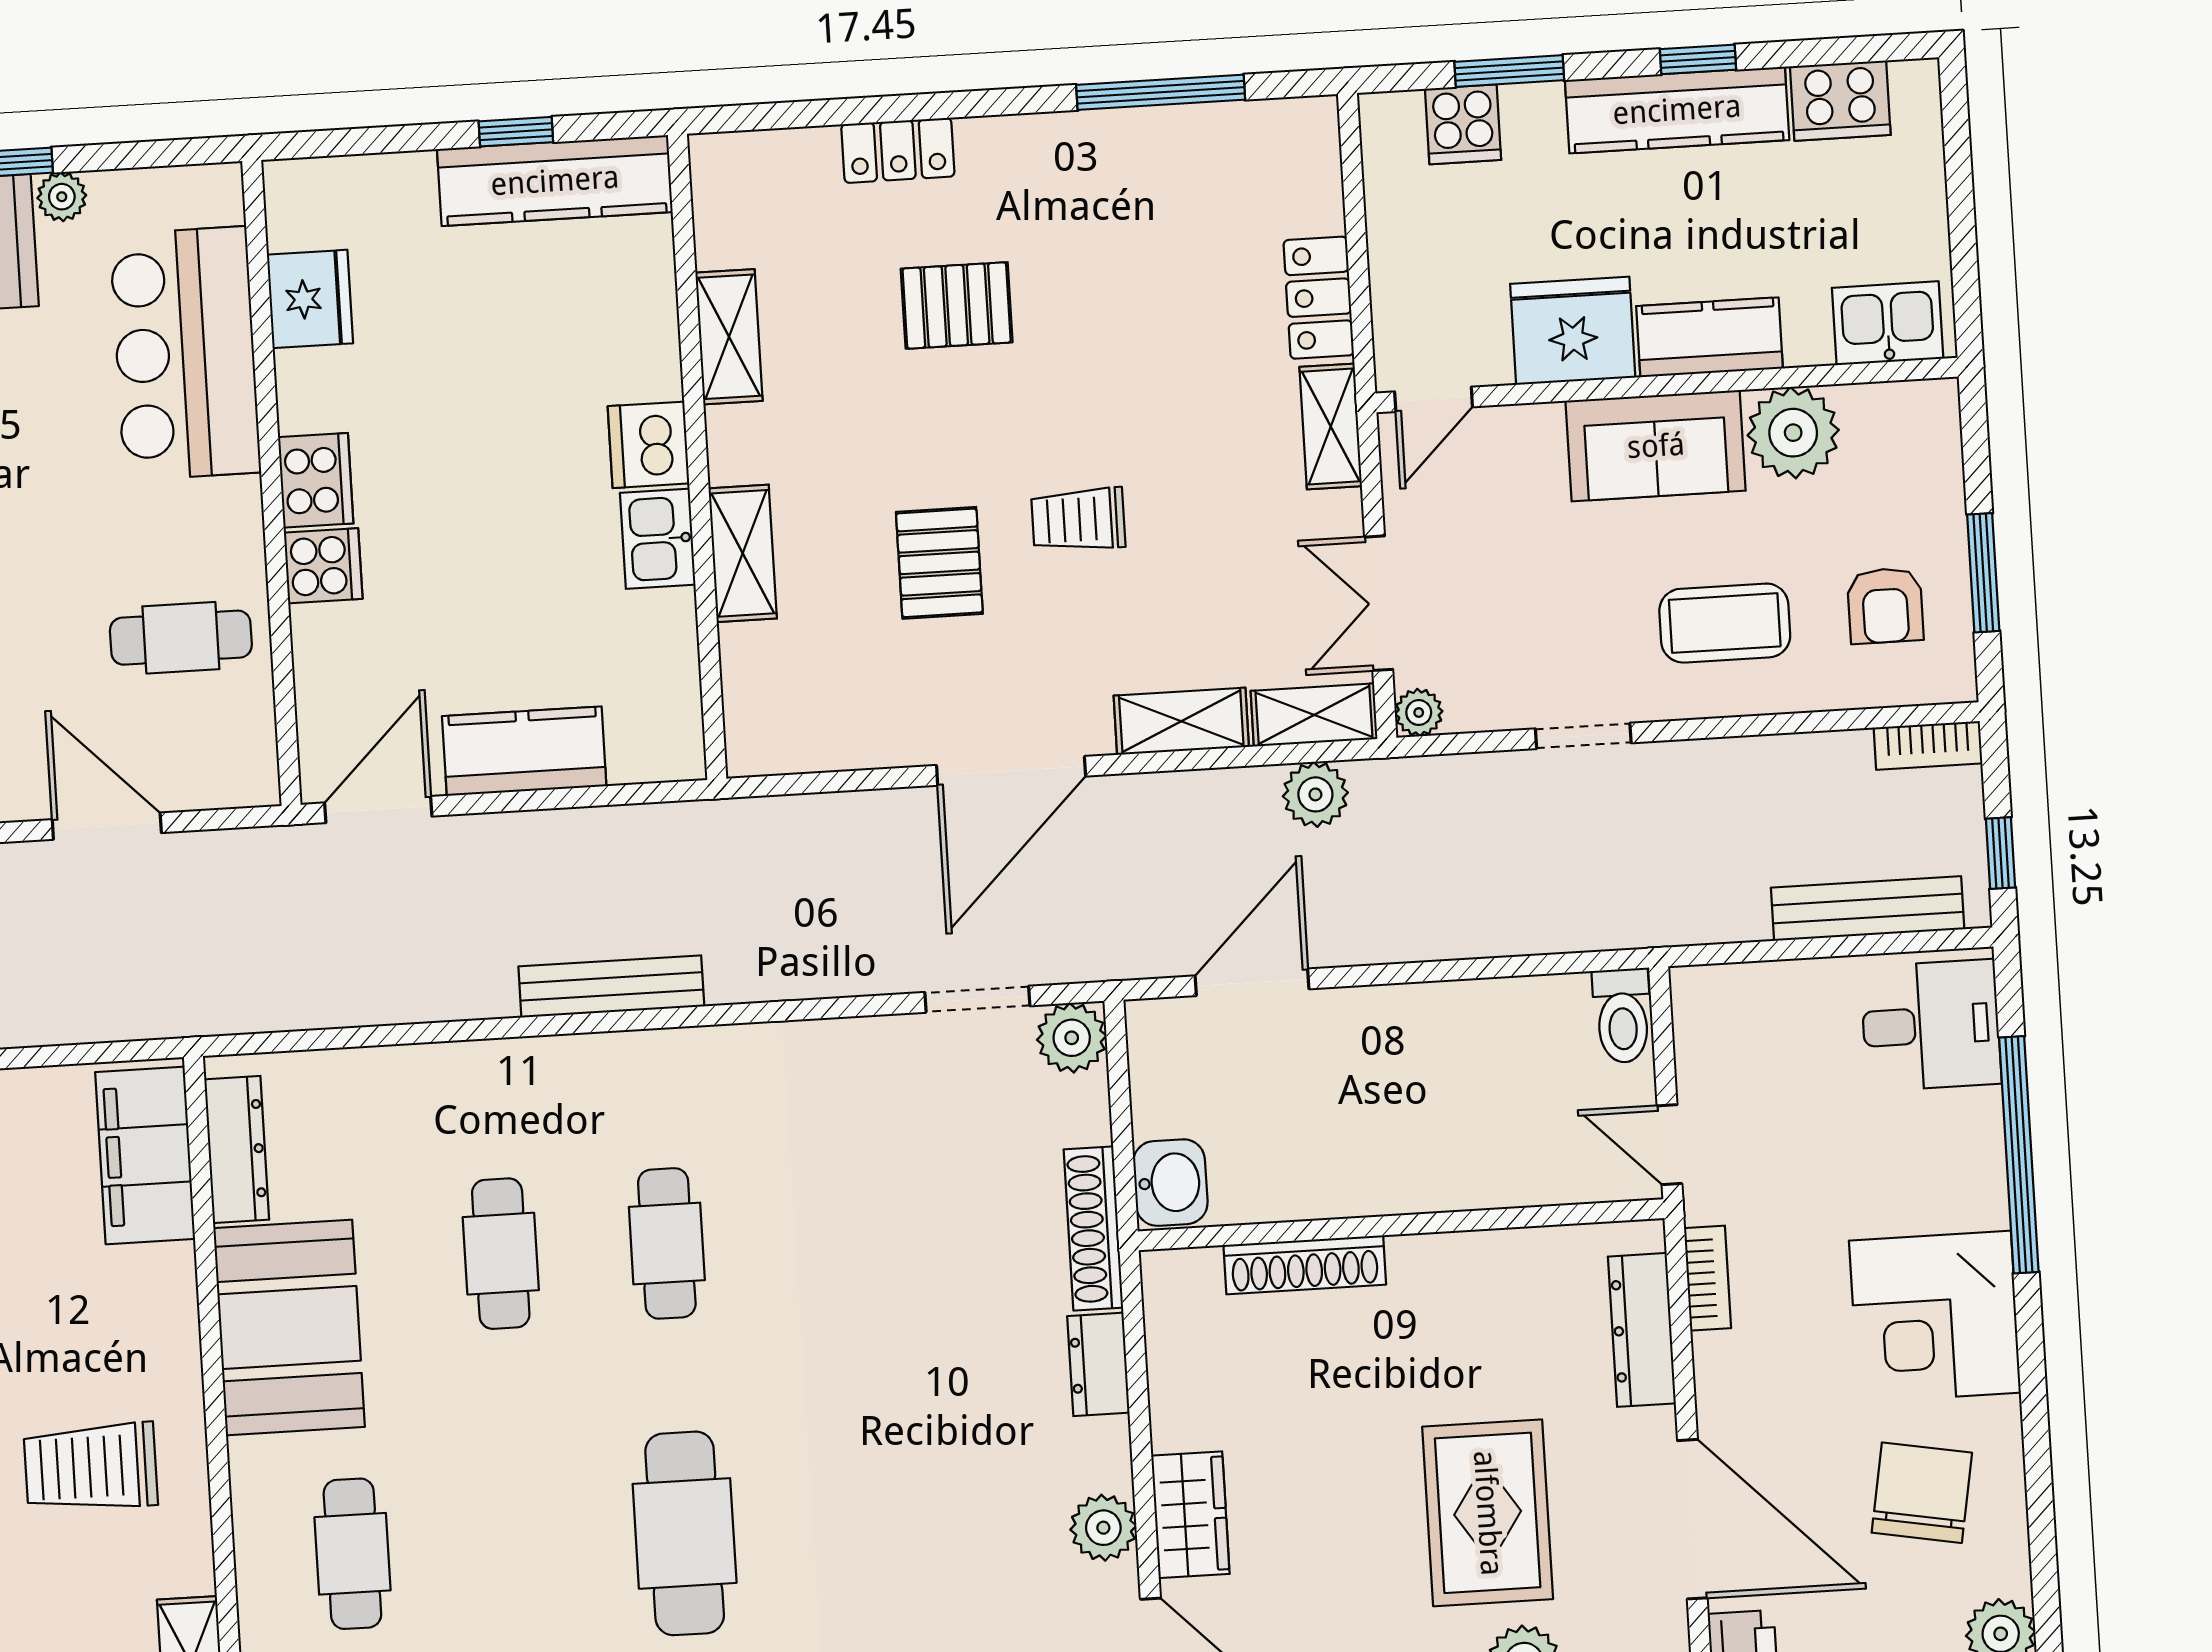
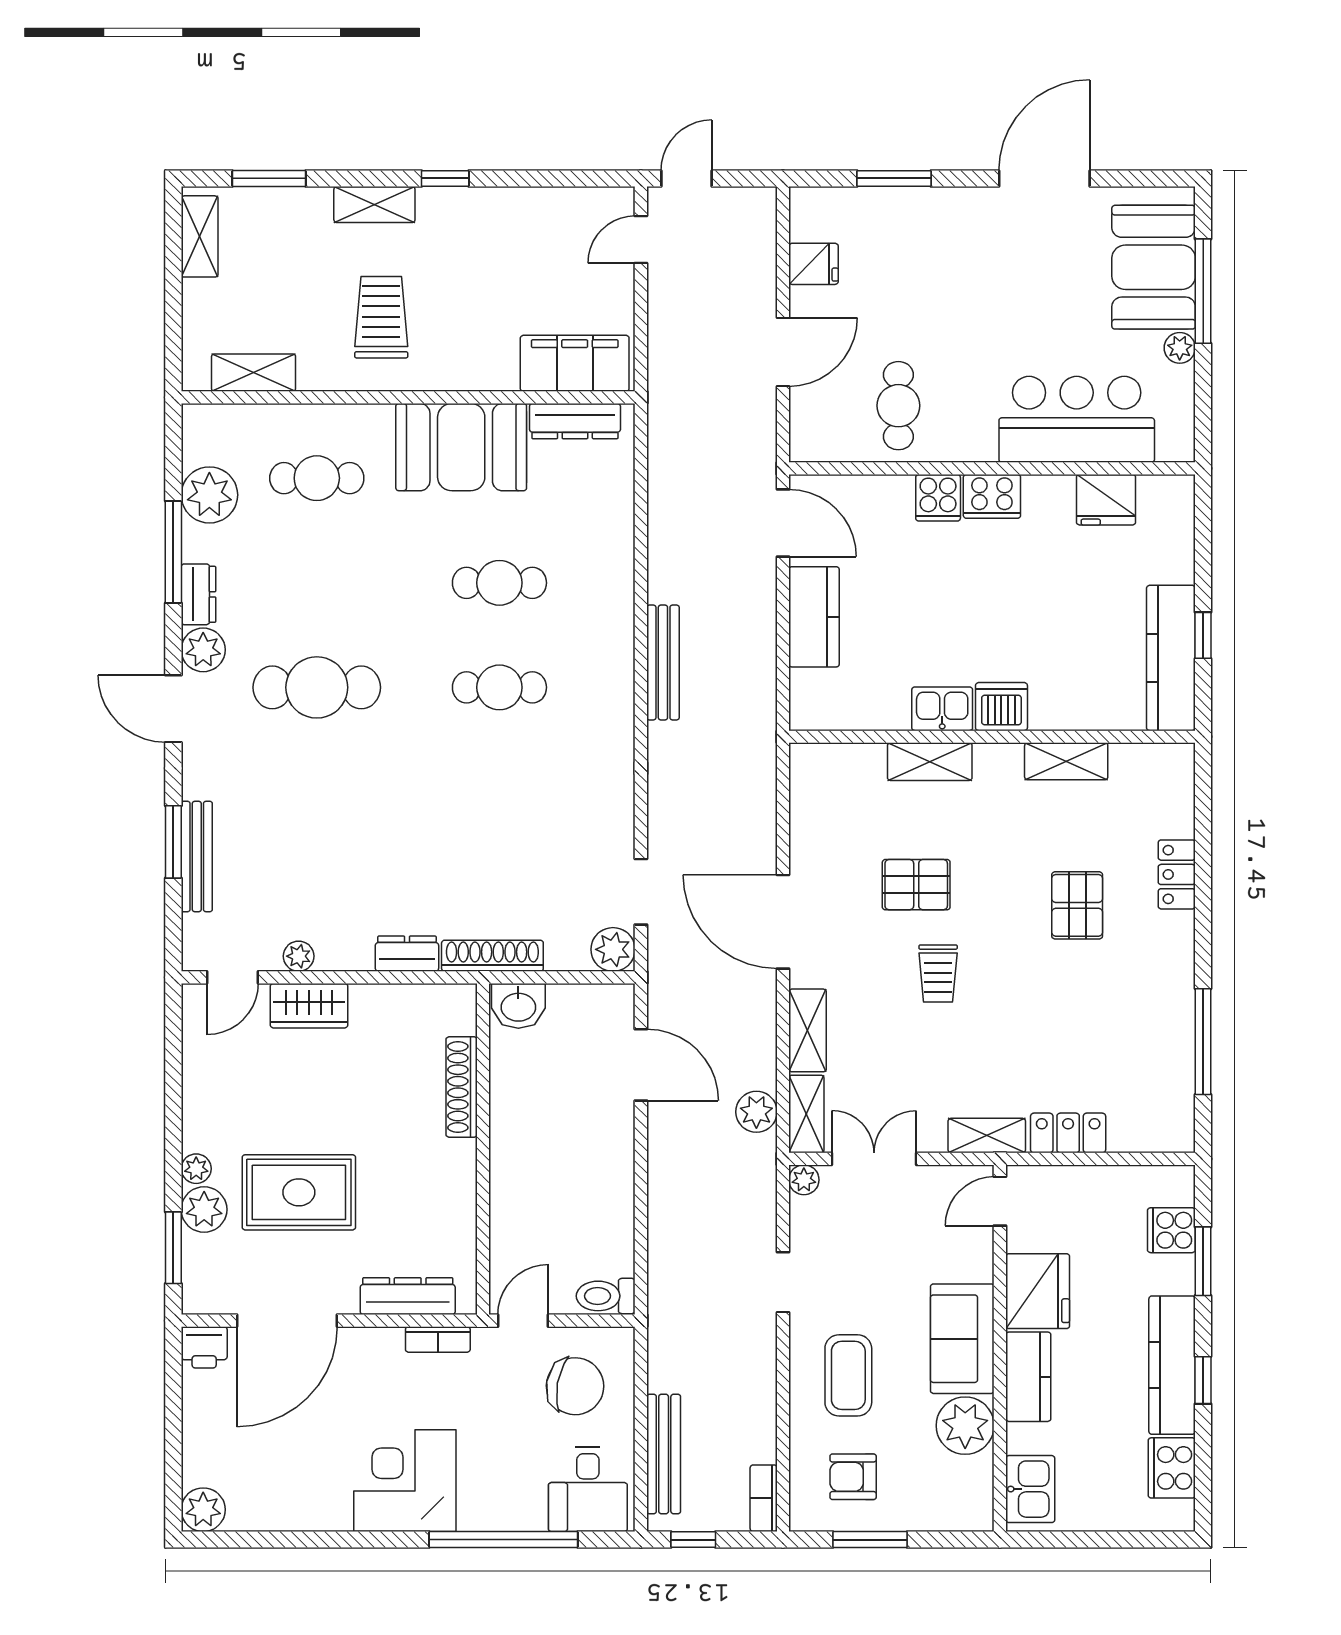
door: (1434, 399) -> (1000, 1201), hinge flipped
trolley: (1078, 520) -> (938, 973), turned 180
chair: (1922, 1493) -> (575, 1386), moved
plant: (1103, 1528) -> (299, 956), width x0.73, depth x0.73

